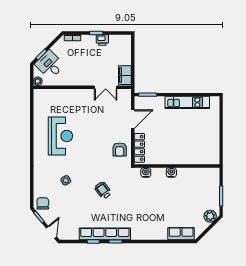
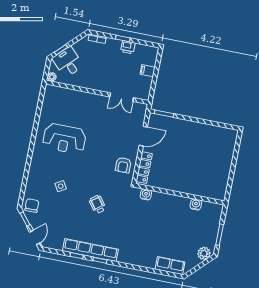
filing cabinet: (125, 75) -> (148, 71), moved, width x0.50
kitchen unit: (187, 102) -> (204, 130), removed
reception desk: (60, 136) -> (64, 139), turned 90
water cooler: (171, 173) -> (196, 204), moved

